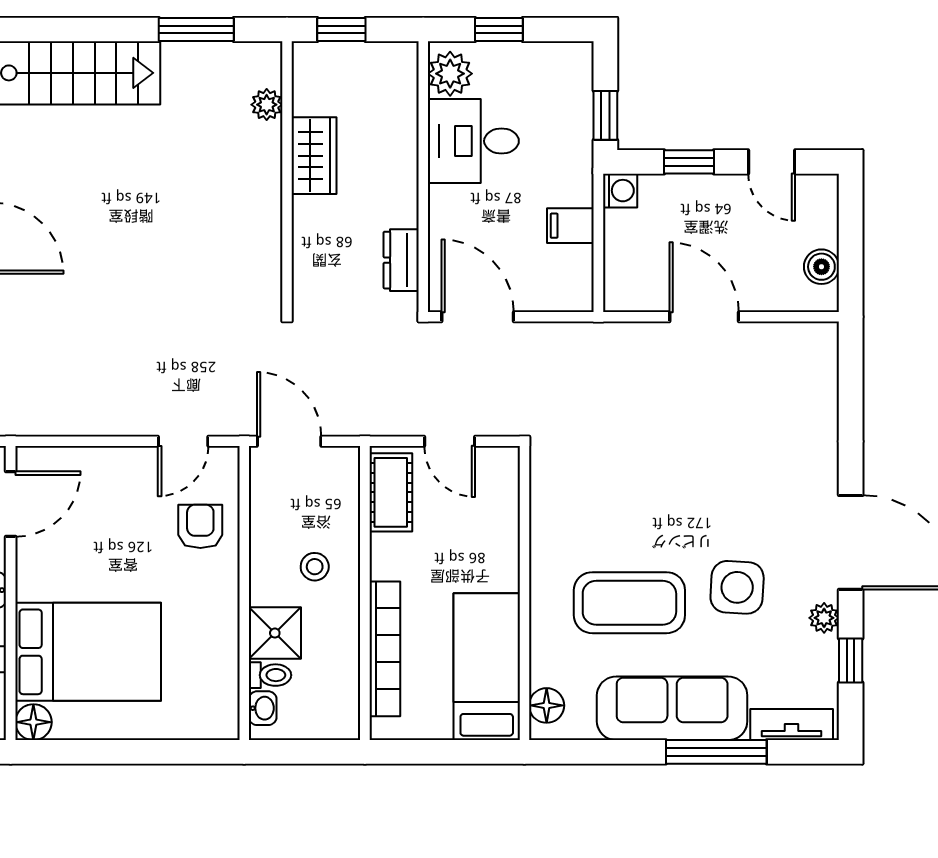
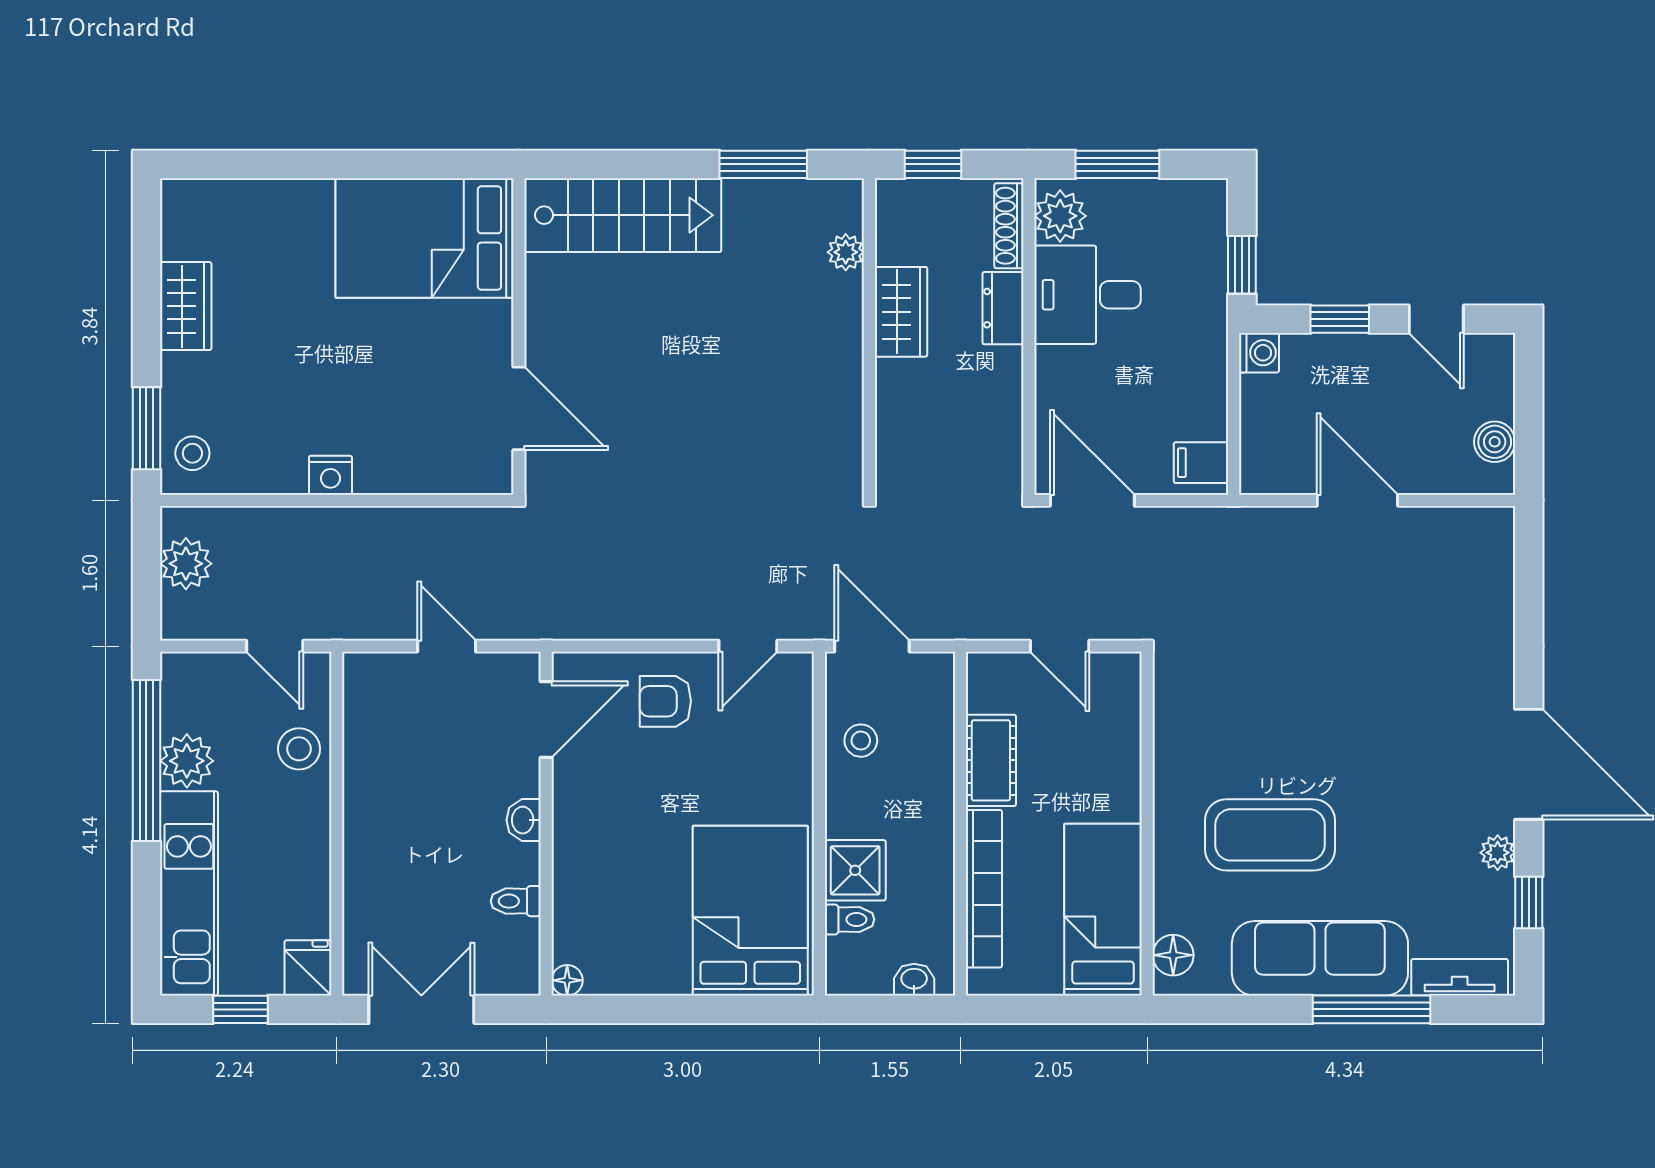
window: (499, 30) -> (1117, 164), width x1.50
shoe rack: (406, 82) -> (1009, 226), added
filing cabinet: (570, 226) -> (1201, 463), moved
dresser: (401, 260) -> (1003, 308), moved
cot: (391, 492) -> (991, 760), moved
armchair: (200, 526) -> (665, 701), moved, turned -90
stool: (315, 567) -> (861, 741), moved
side table: (737, 587) -> (1396, 817), removed
bed: (88, 652) -> (750, 911), moved, turned -90
washbasin: (263, 708) -> (914, 980), moved, turned -90
floor lamp: (33, 722) -> (567, 980), width x0.73, depth x0.73

